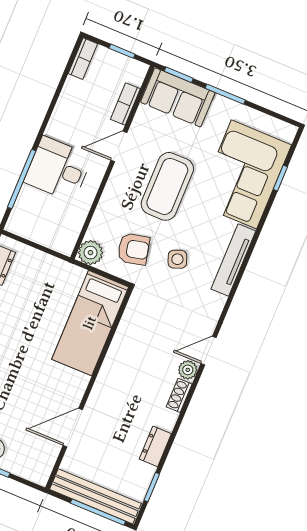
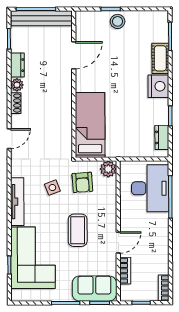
desk: (58, 169) -> (150, 188), moved, width x1.37
coffee table: (167, 186) -> (78, 230), width x0.73, depth x0.76
armchair: (134, 249) -> (82, 182), turned -81
plant: (188, 370) -> (17, 85), moved

